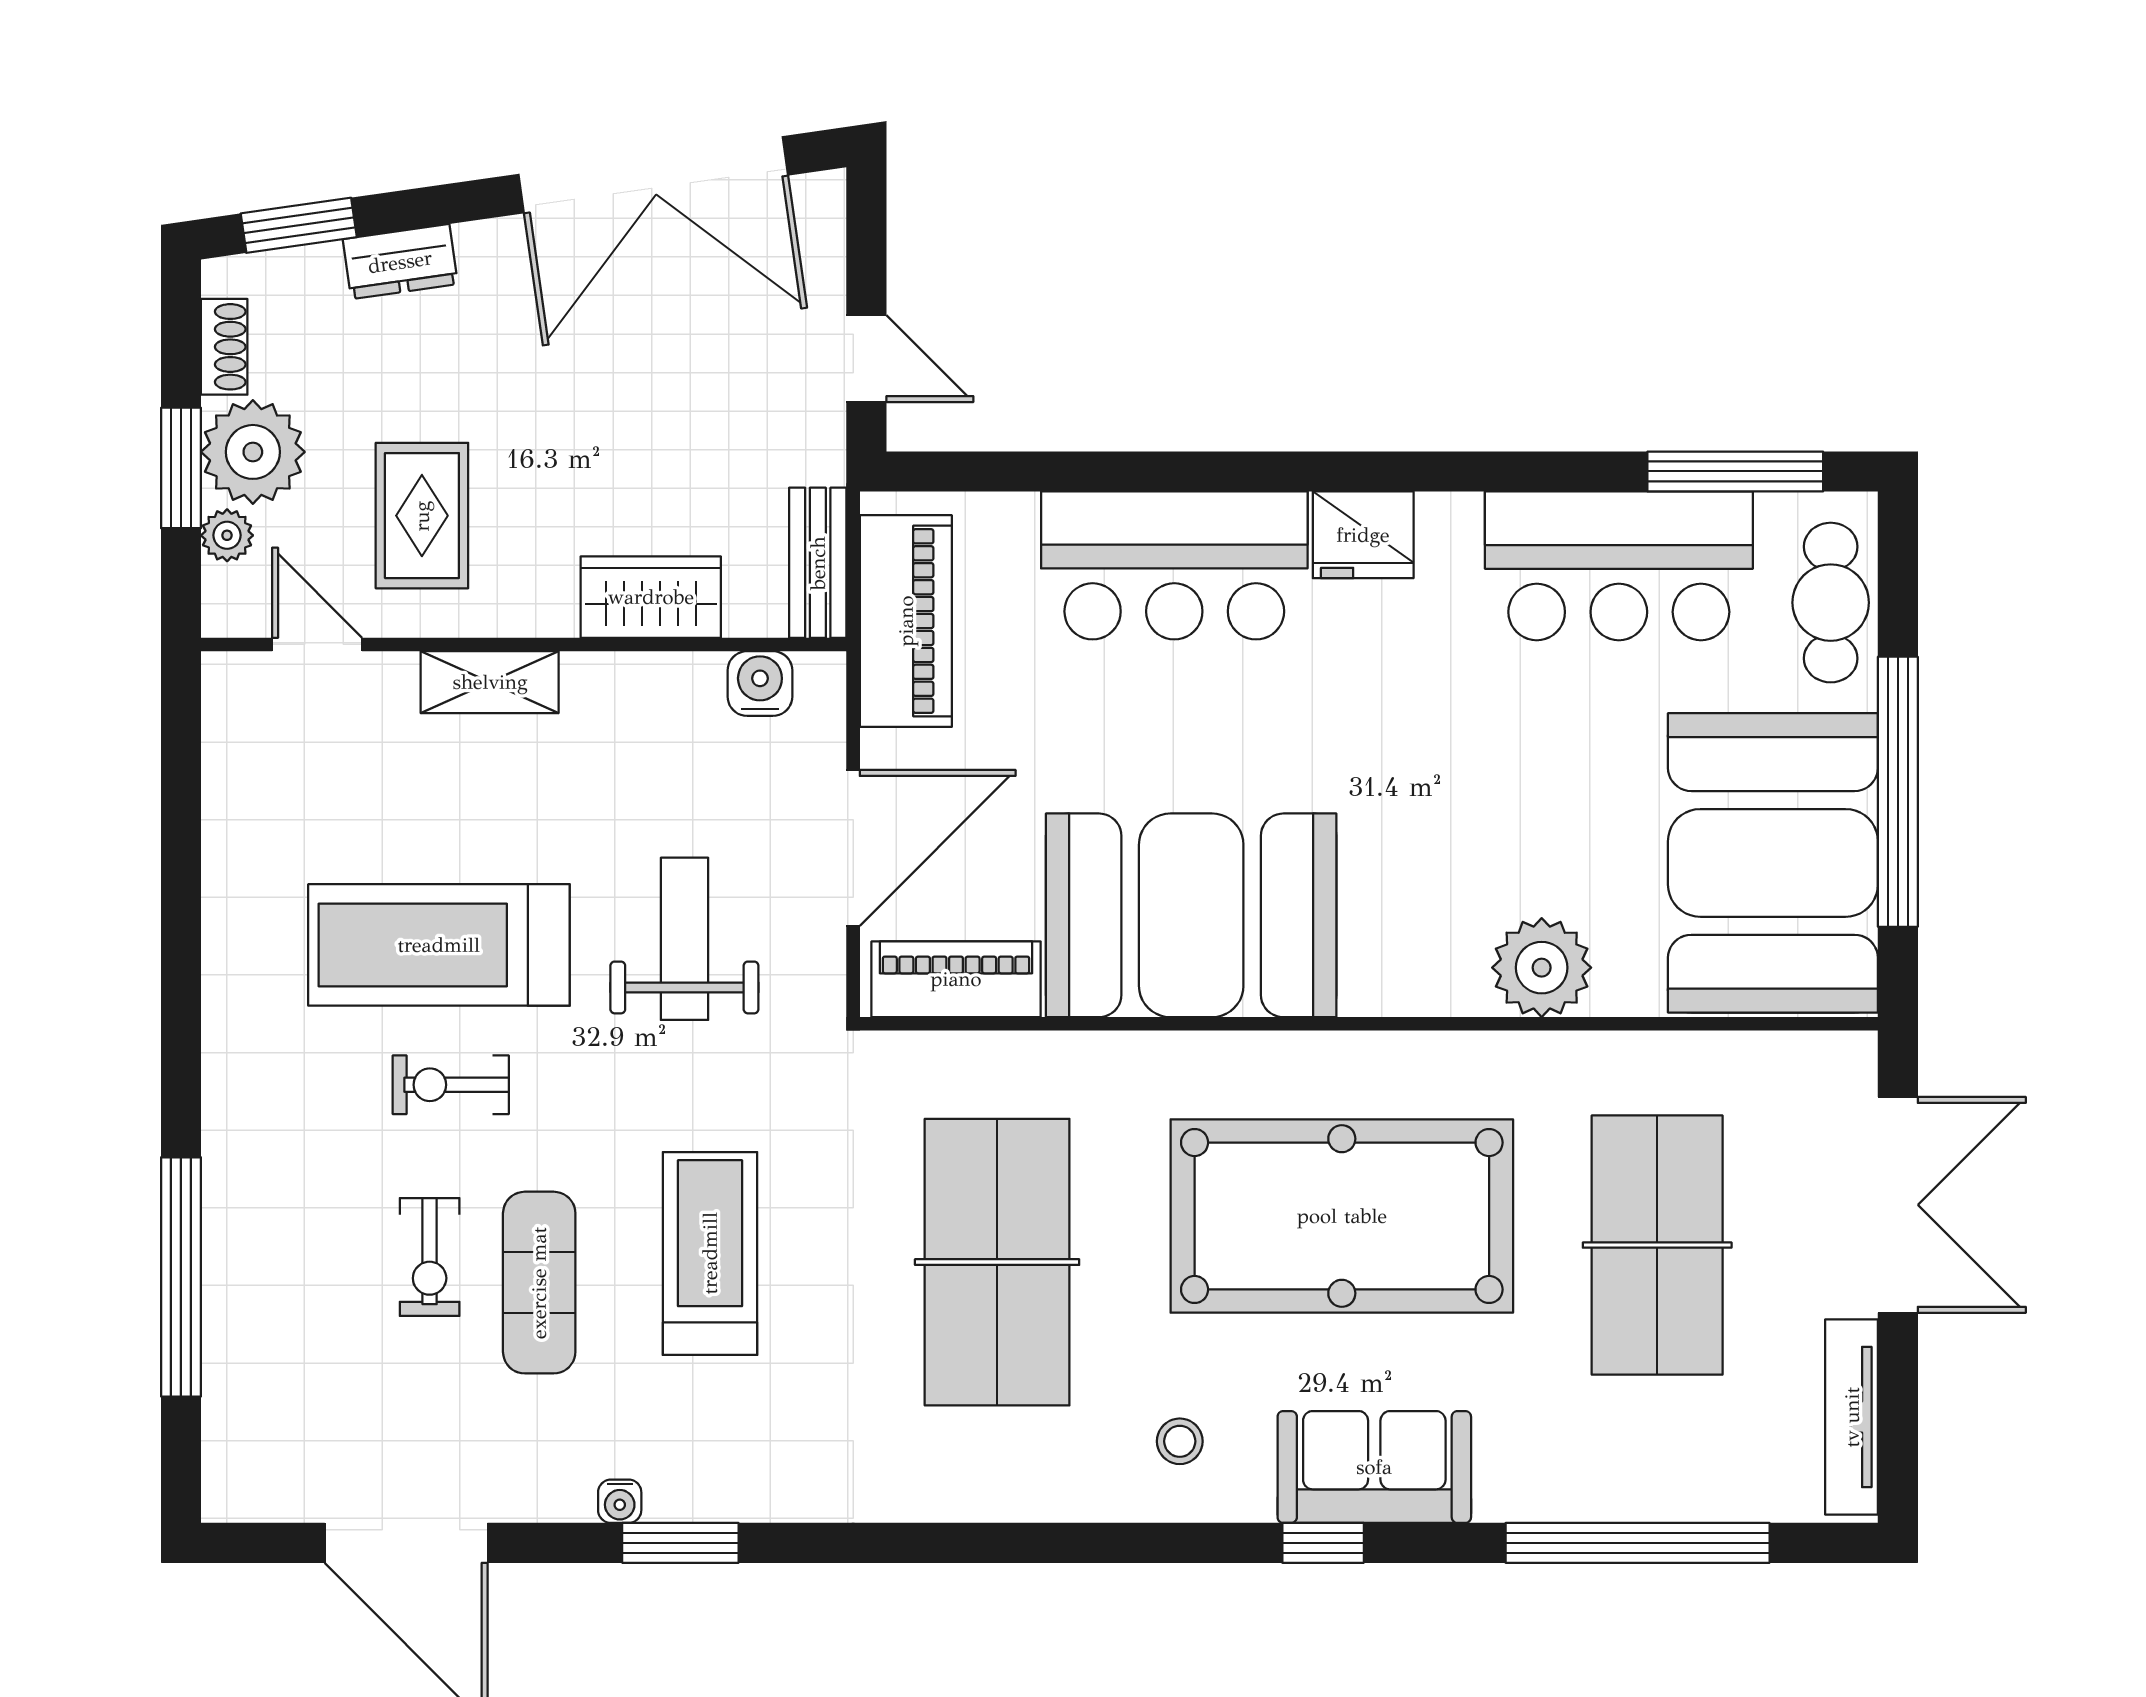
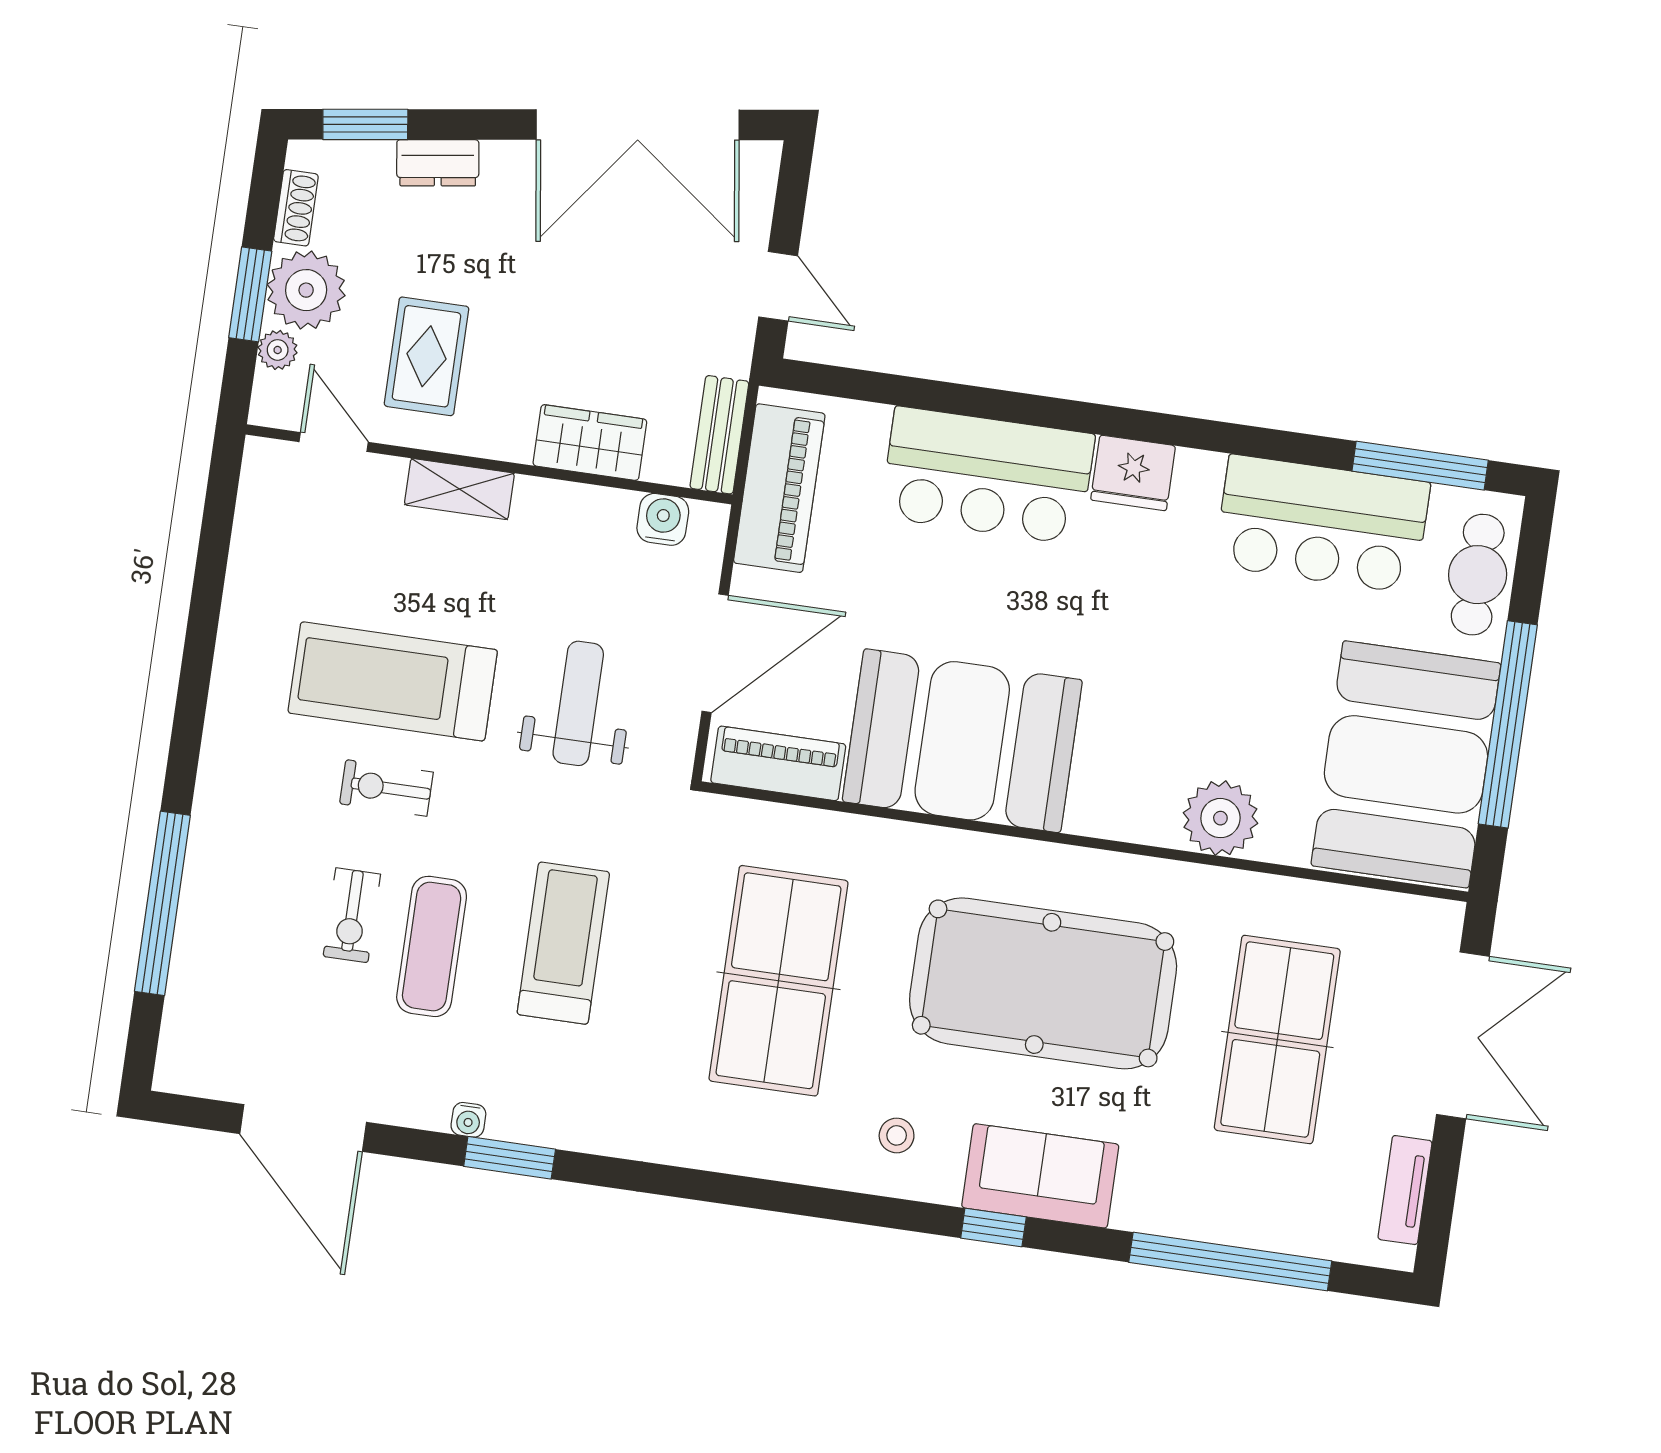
tv unit: (1852, 1417) -> (1405, 1190), width x0.71

